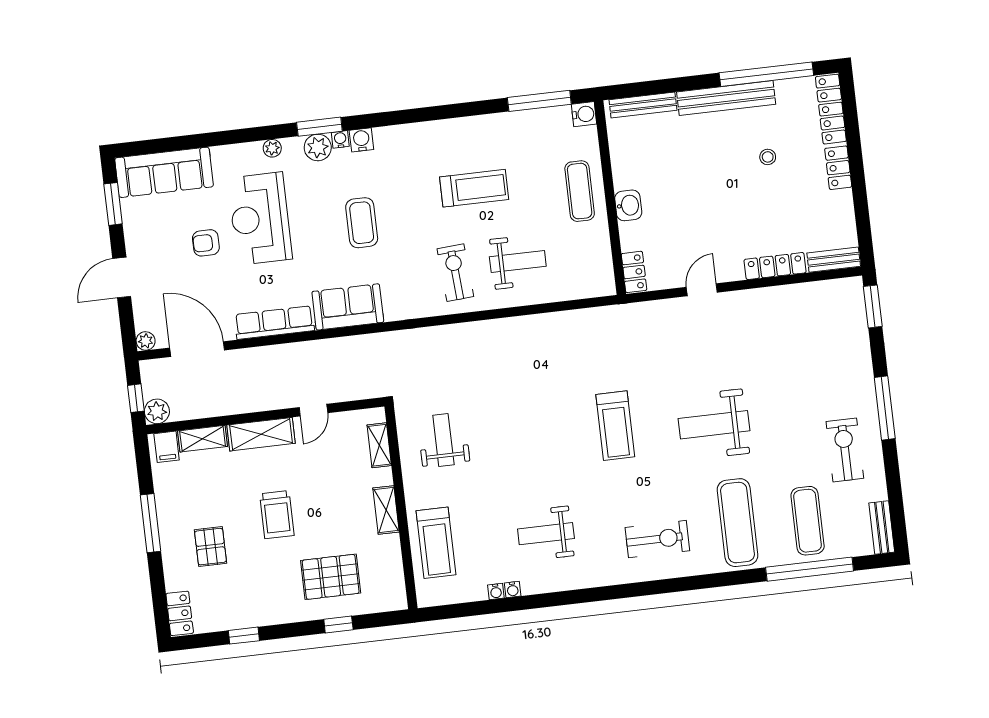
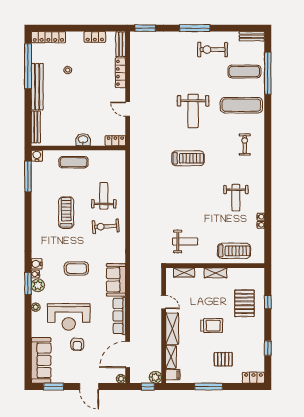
locker: (838, 168) -> (95, 37), moved
weight bench: (443, 440) -> (185, 241), turned 180
exercise bike: (657, 539) -> (245, 144), width x0.73, depth x0.72

